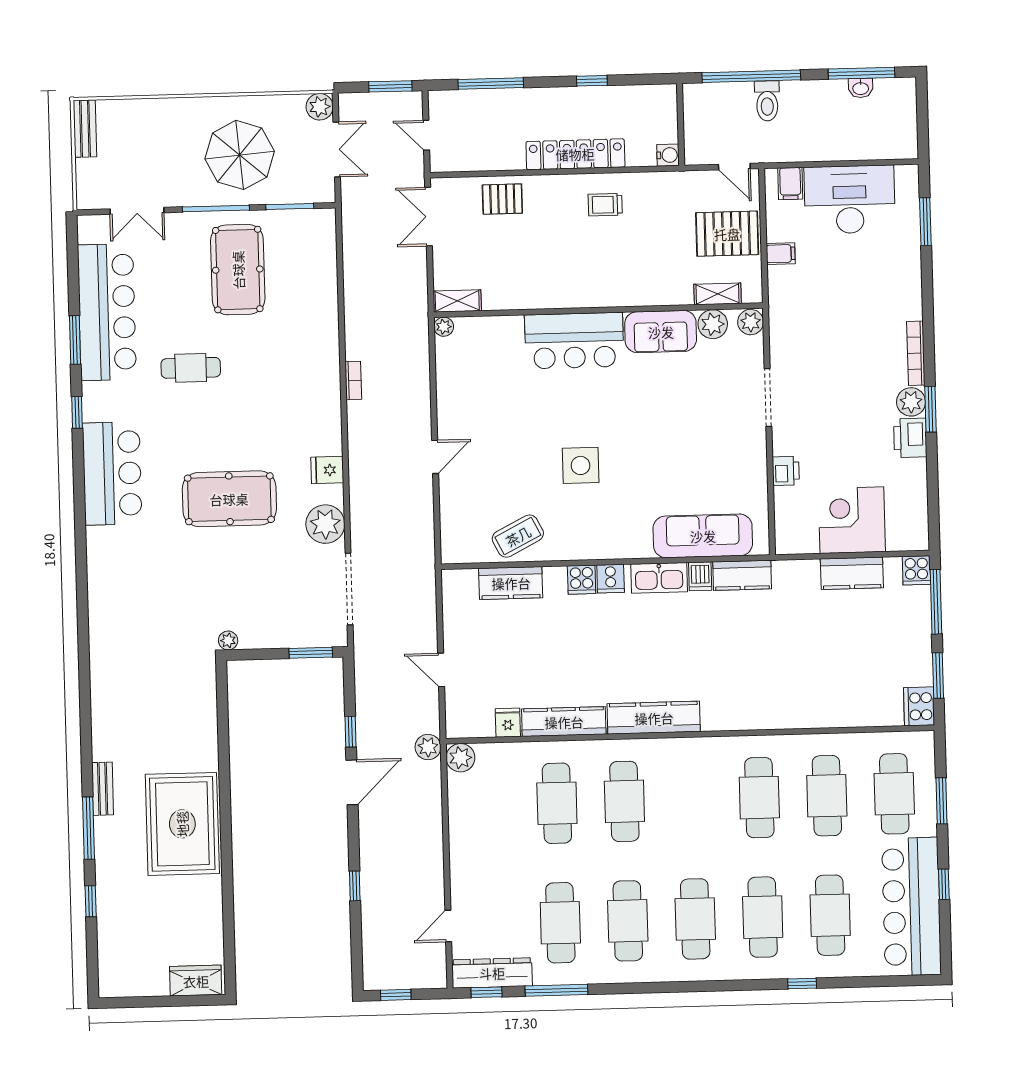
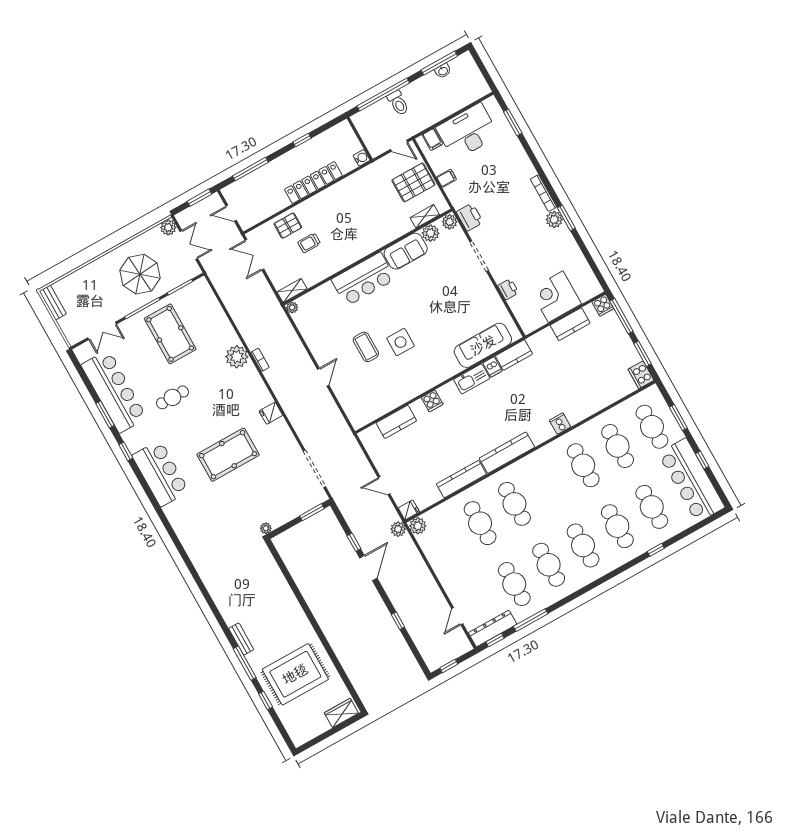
trolley: (605, 205) -> (309, 243), moved
printer: (910, 438) -> (470, 217), moved, turned 180
plant: (325, 524) -> (237, 357), moved
coffee table: (518, 536) -> (366, 347), moved, turned -63
cooker: (611, 579) -> (560, 424), moved, turned 180
fridge: (508, 723) -> (409, 510), moved, turned 90
rug: (182, 824) -> (295, 674), moved, turned 90

